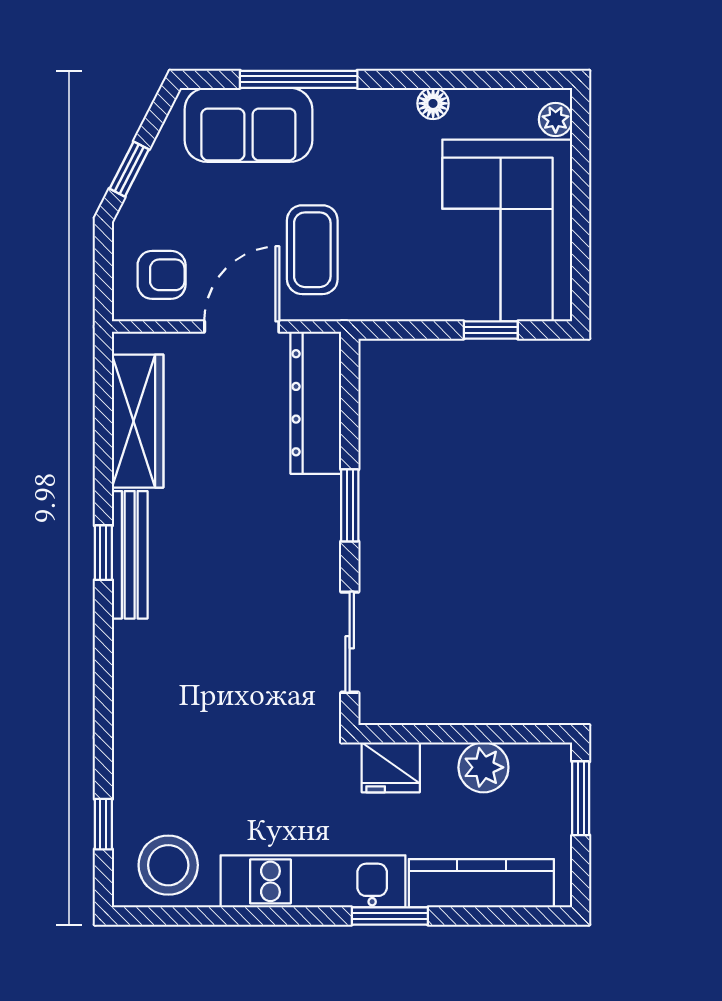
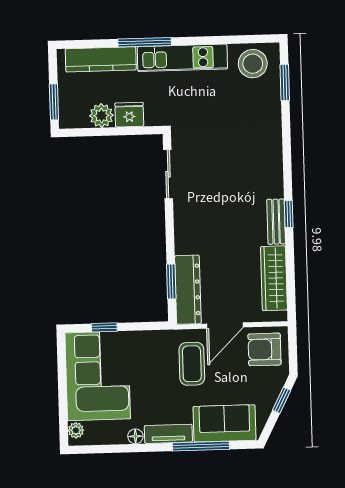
tv unit: (365, 107) -> (168, 434), added
armchair: (162, 275) -> (264, 349), width x1.38, depth x1.38
window: (350, 505) -> (171, 281), moved
bench: (130, 555) -> (276, 222), width x0.73
fridge: (391, 767) -> (129, 115), moved
window: (103, 824) -> (285, 83), width x1.50
window: (390, 916) -> (145, 42), width x1.44

